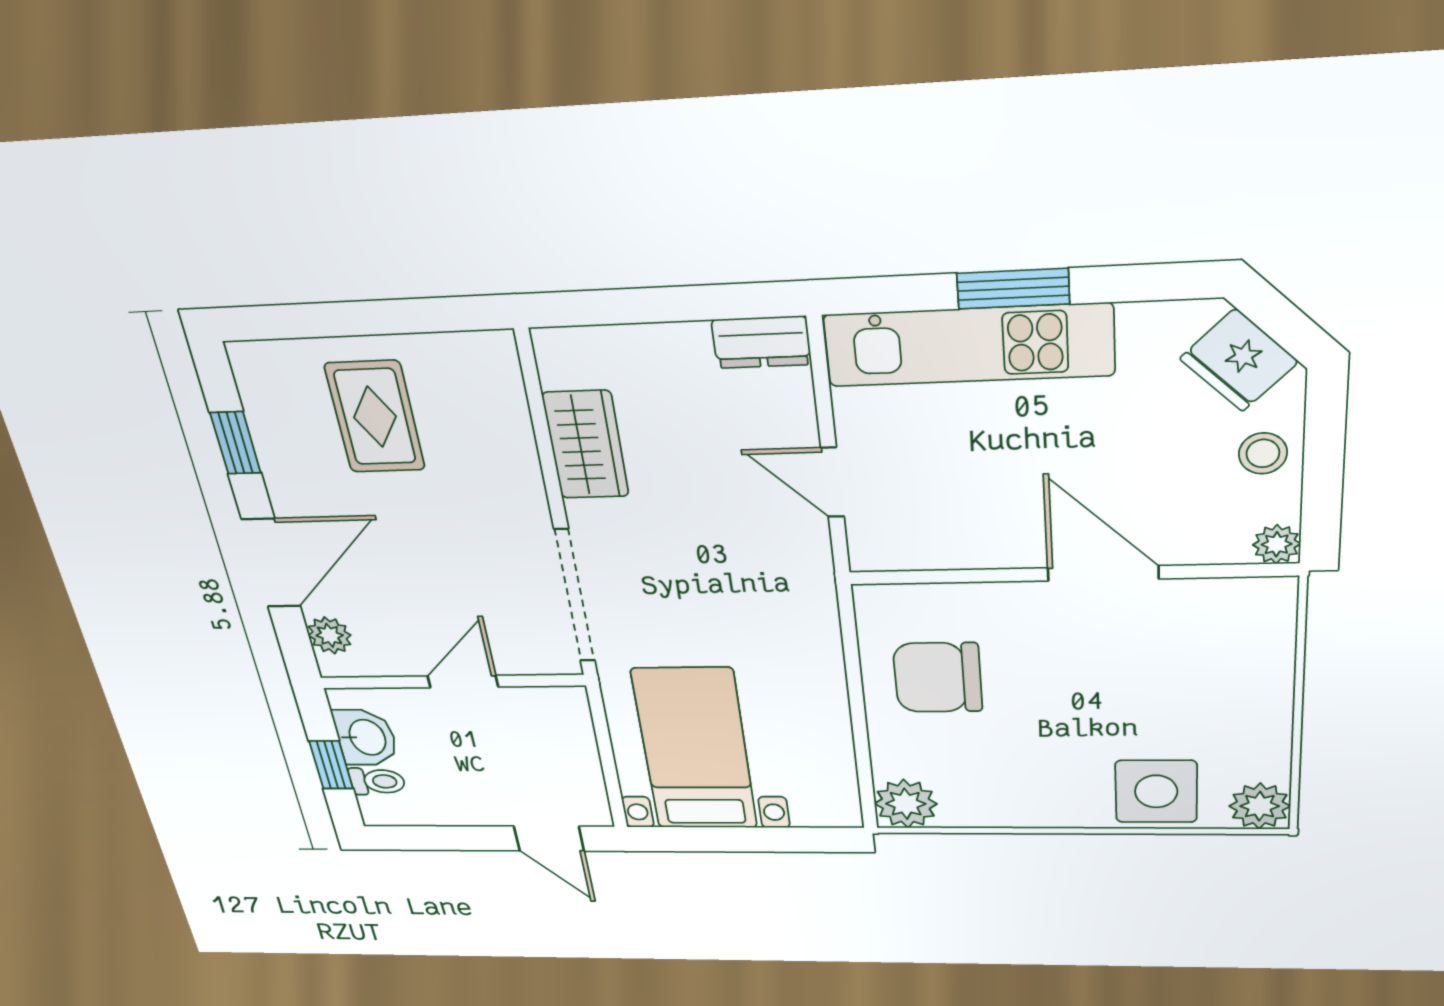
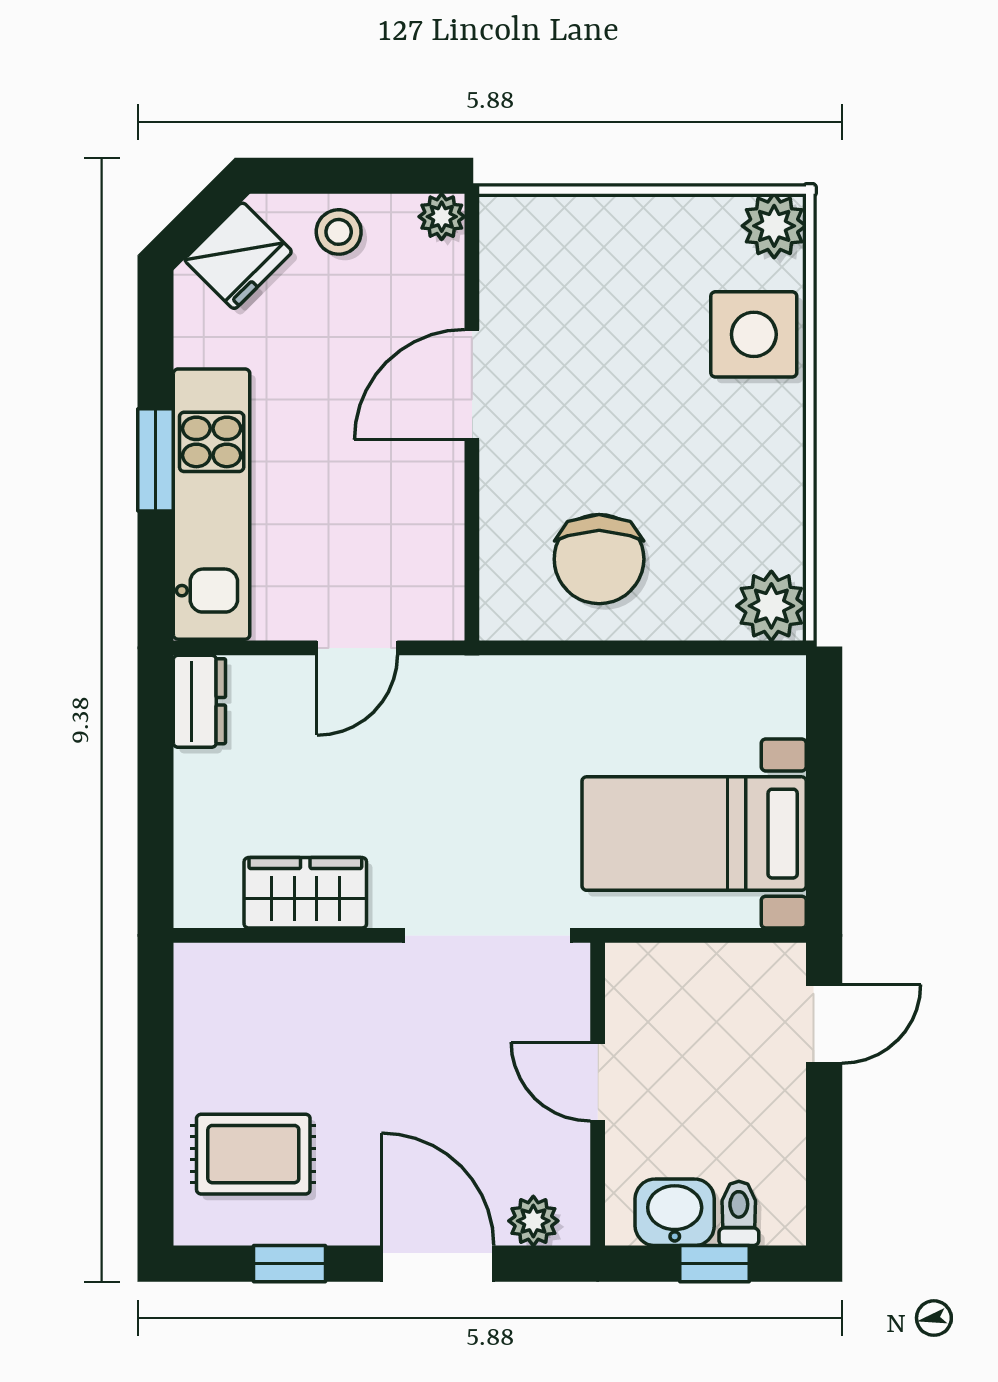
rug: (375, 417) -> (253, 1154), moved

